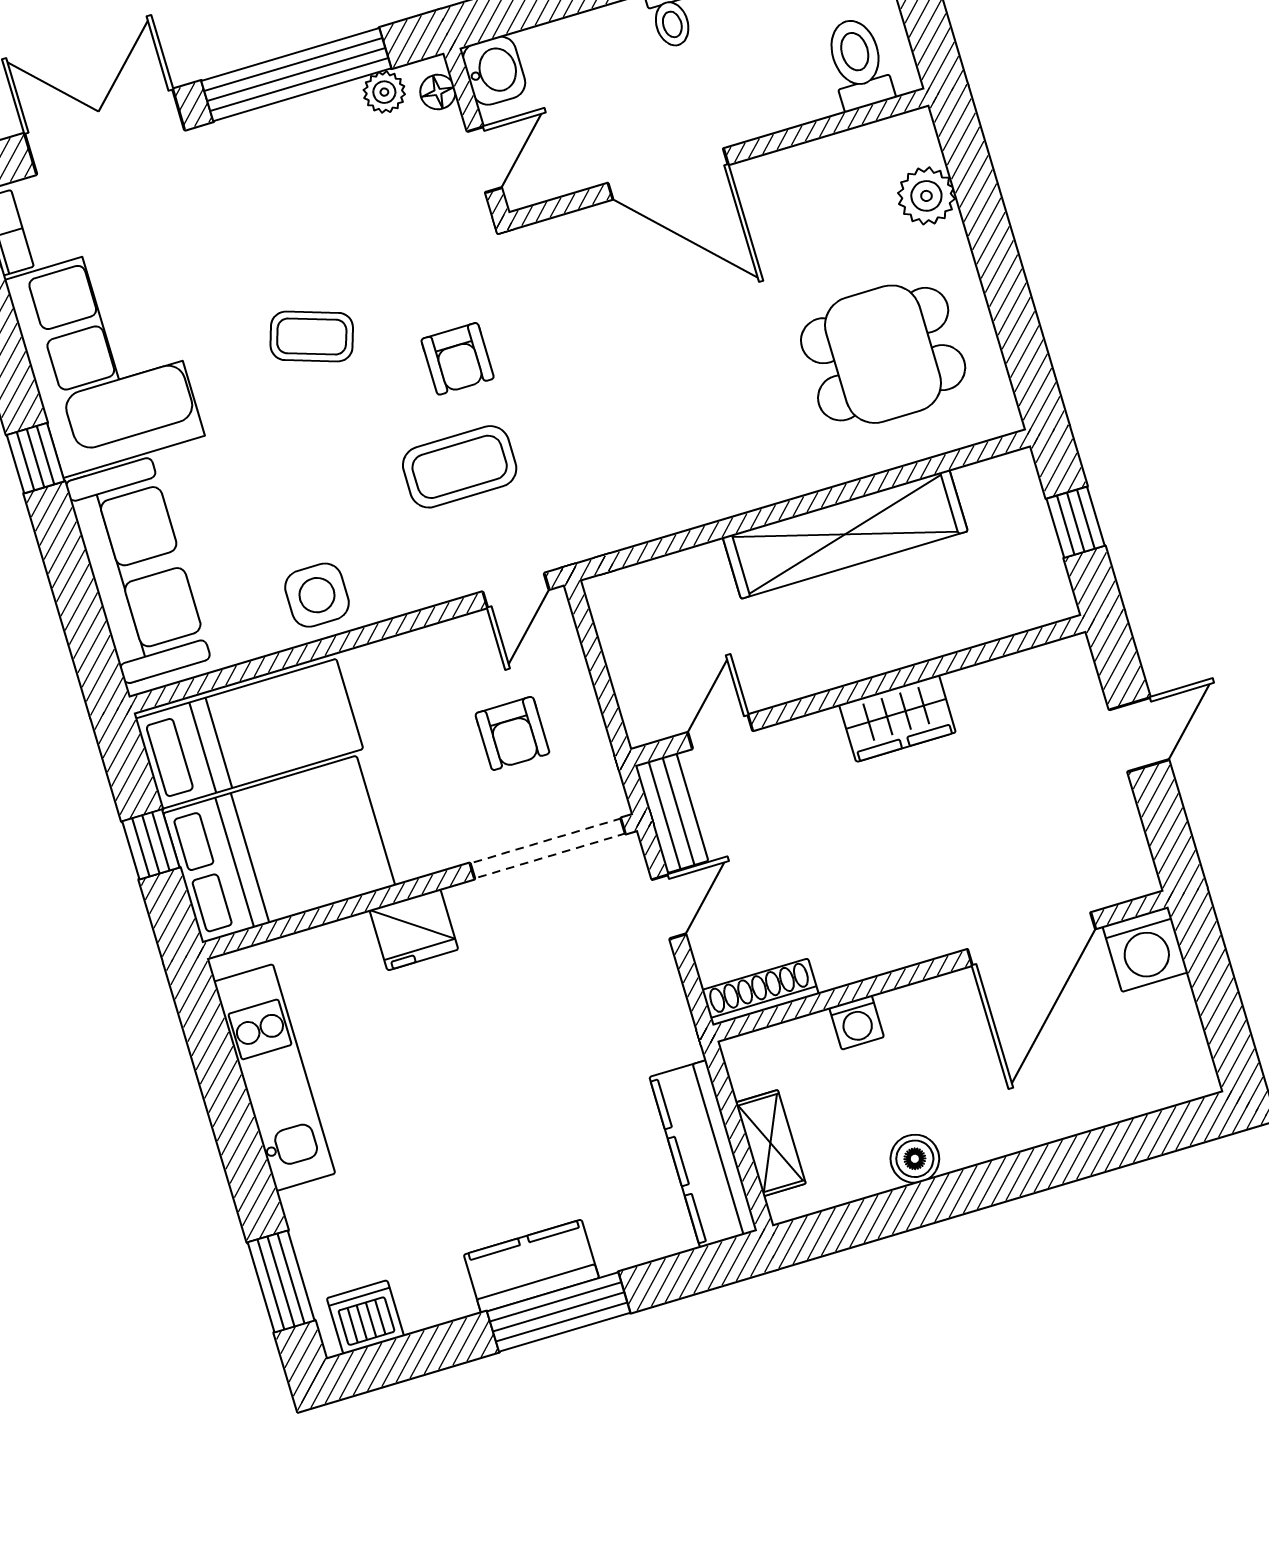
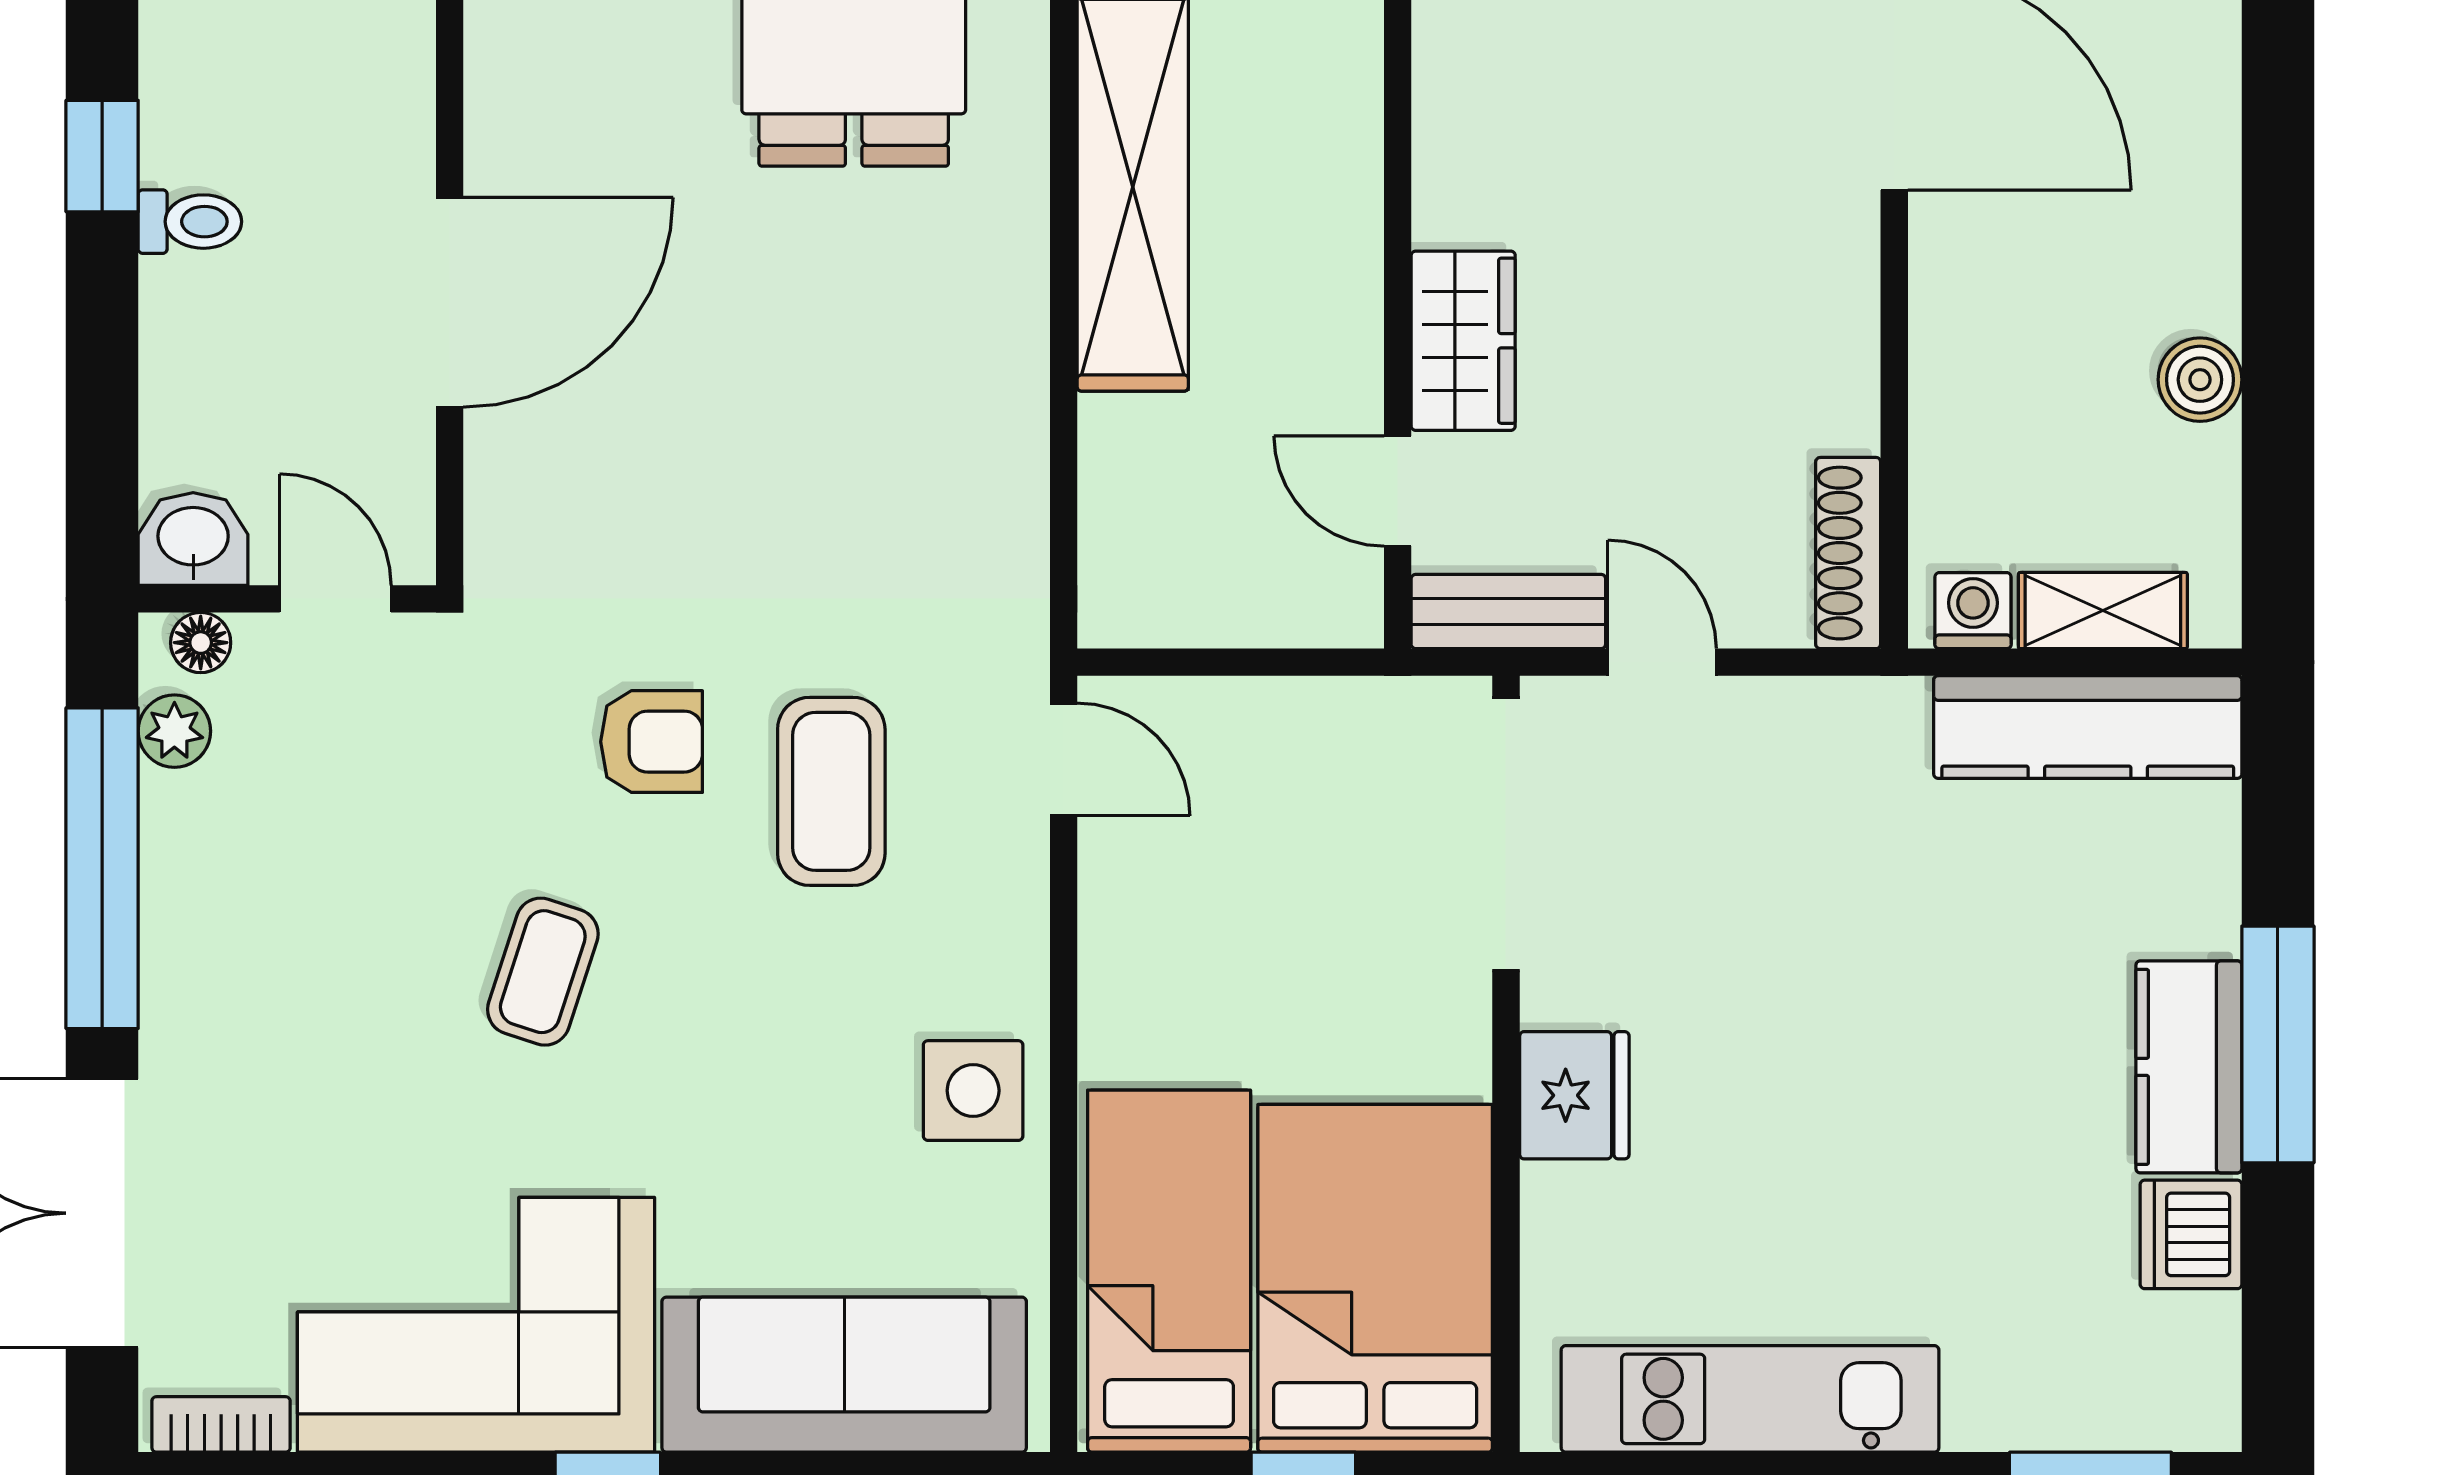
wardrobe: (897, 718) -> (1463, 341), moved
armchair: (512, 733) -> (1298, 835), removed
washing machine: (857, 1022) -> (1973, 611), moved, turned -90
dishwasher: (365, 1317) -> (2191, 1234), moved

